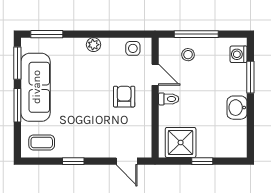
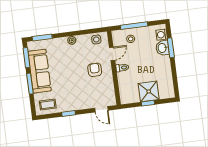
door: (155, 75) -> (112, 54), hinge flipped
washbasin: (237, 108) -> (162, 48), moved
shower: (181, 142) -> (149, 91), moved

